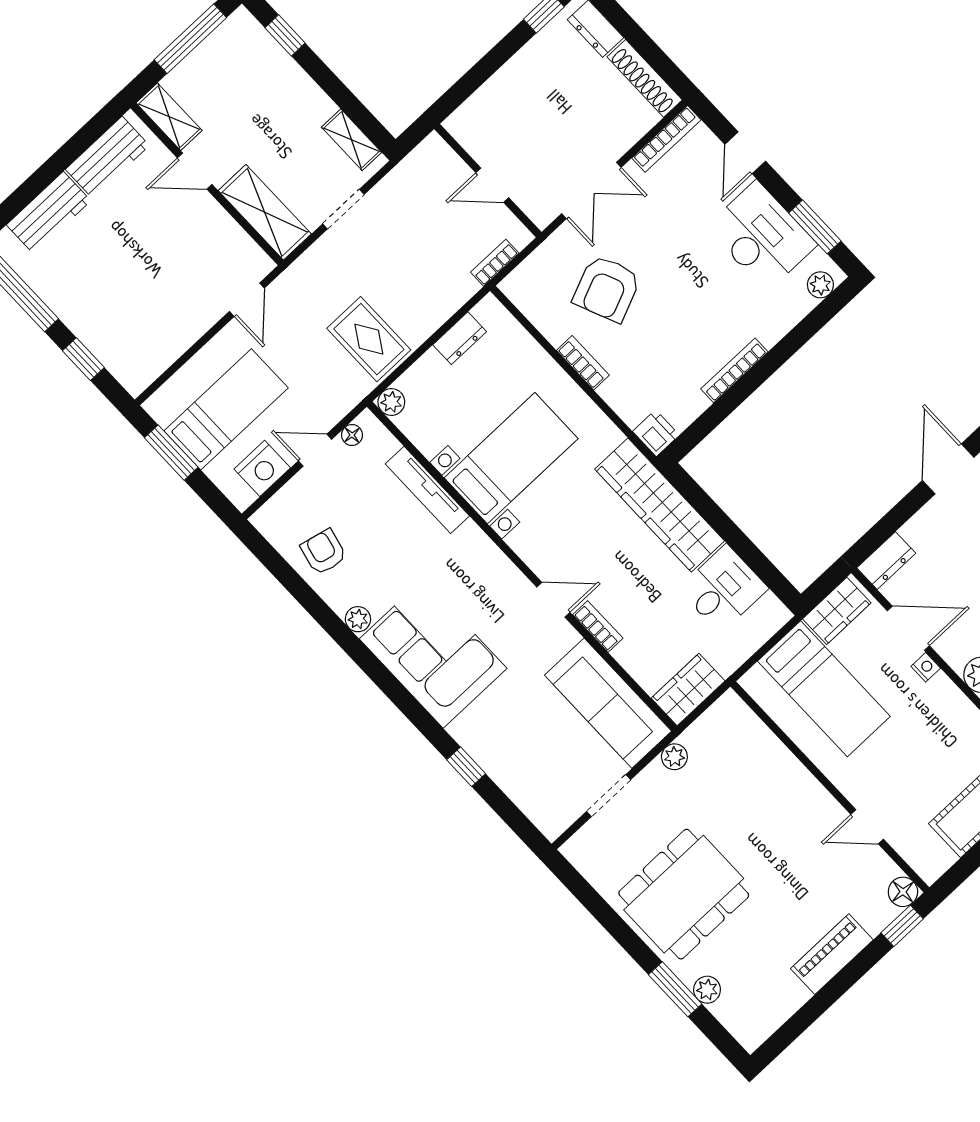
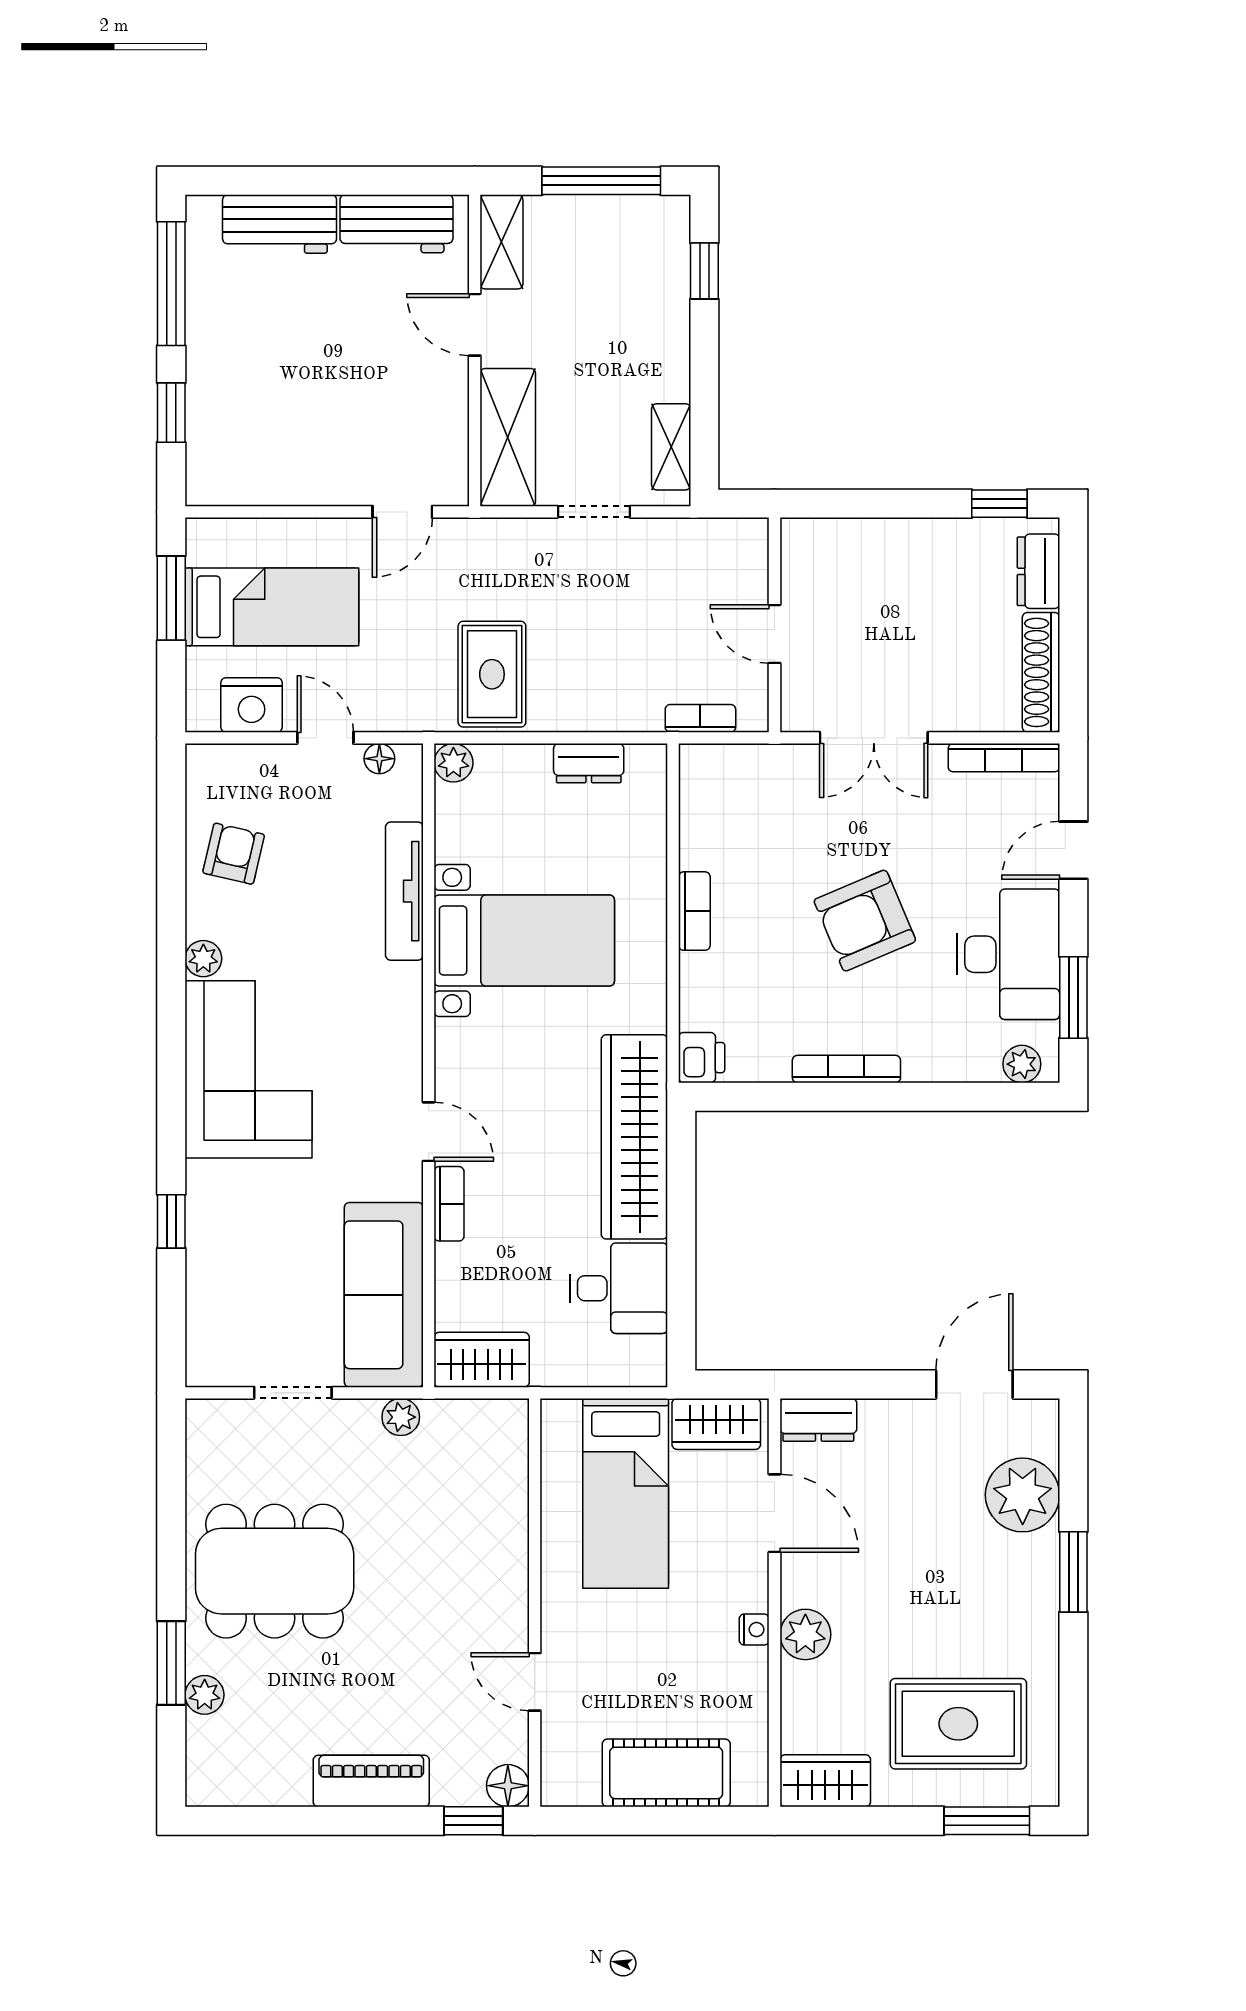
armchair: (607, 289) -> (865, 921), moved
nightstand: (926, 667) -> (754, 1630), moved

